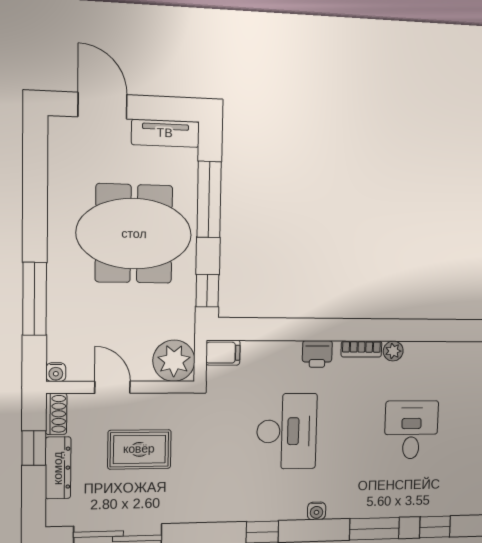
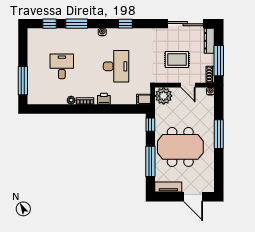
window: (35, 299) -> (219, 134), moved
desk: (411, 430) -> (62, 66), turned 180
desk: (287, 431) -> (116, 66), turned 180
window: (34, 448) -> (219, 61), width x2.17
dresser: (58, 468) -> (209, 41), moved

